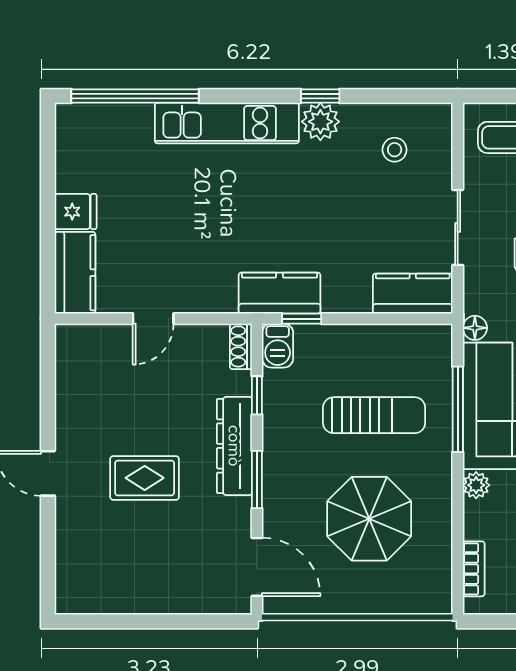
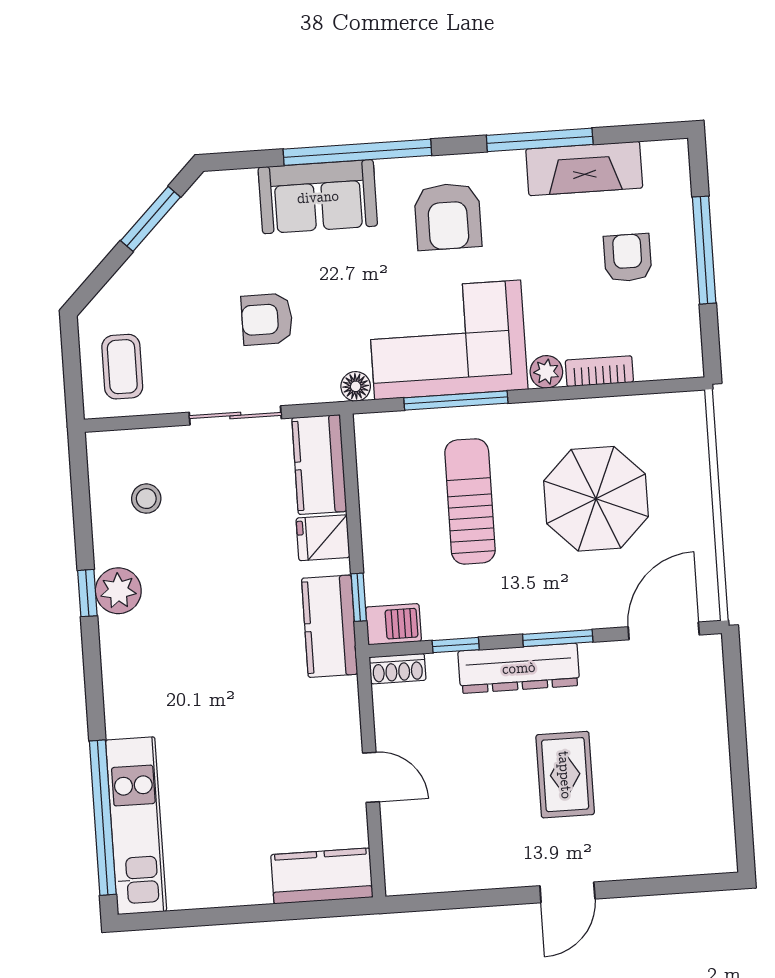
kitchen unit: (227, 123) -> (136, 826), moved
fridge: (76, 212) -> (323, 538), moved, turned -90
bookcase: (474, 569) -> (599, 371), moved

